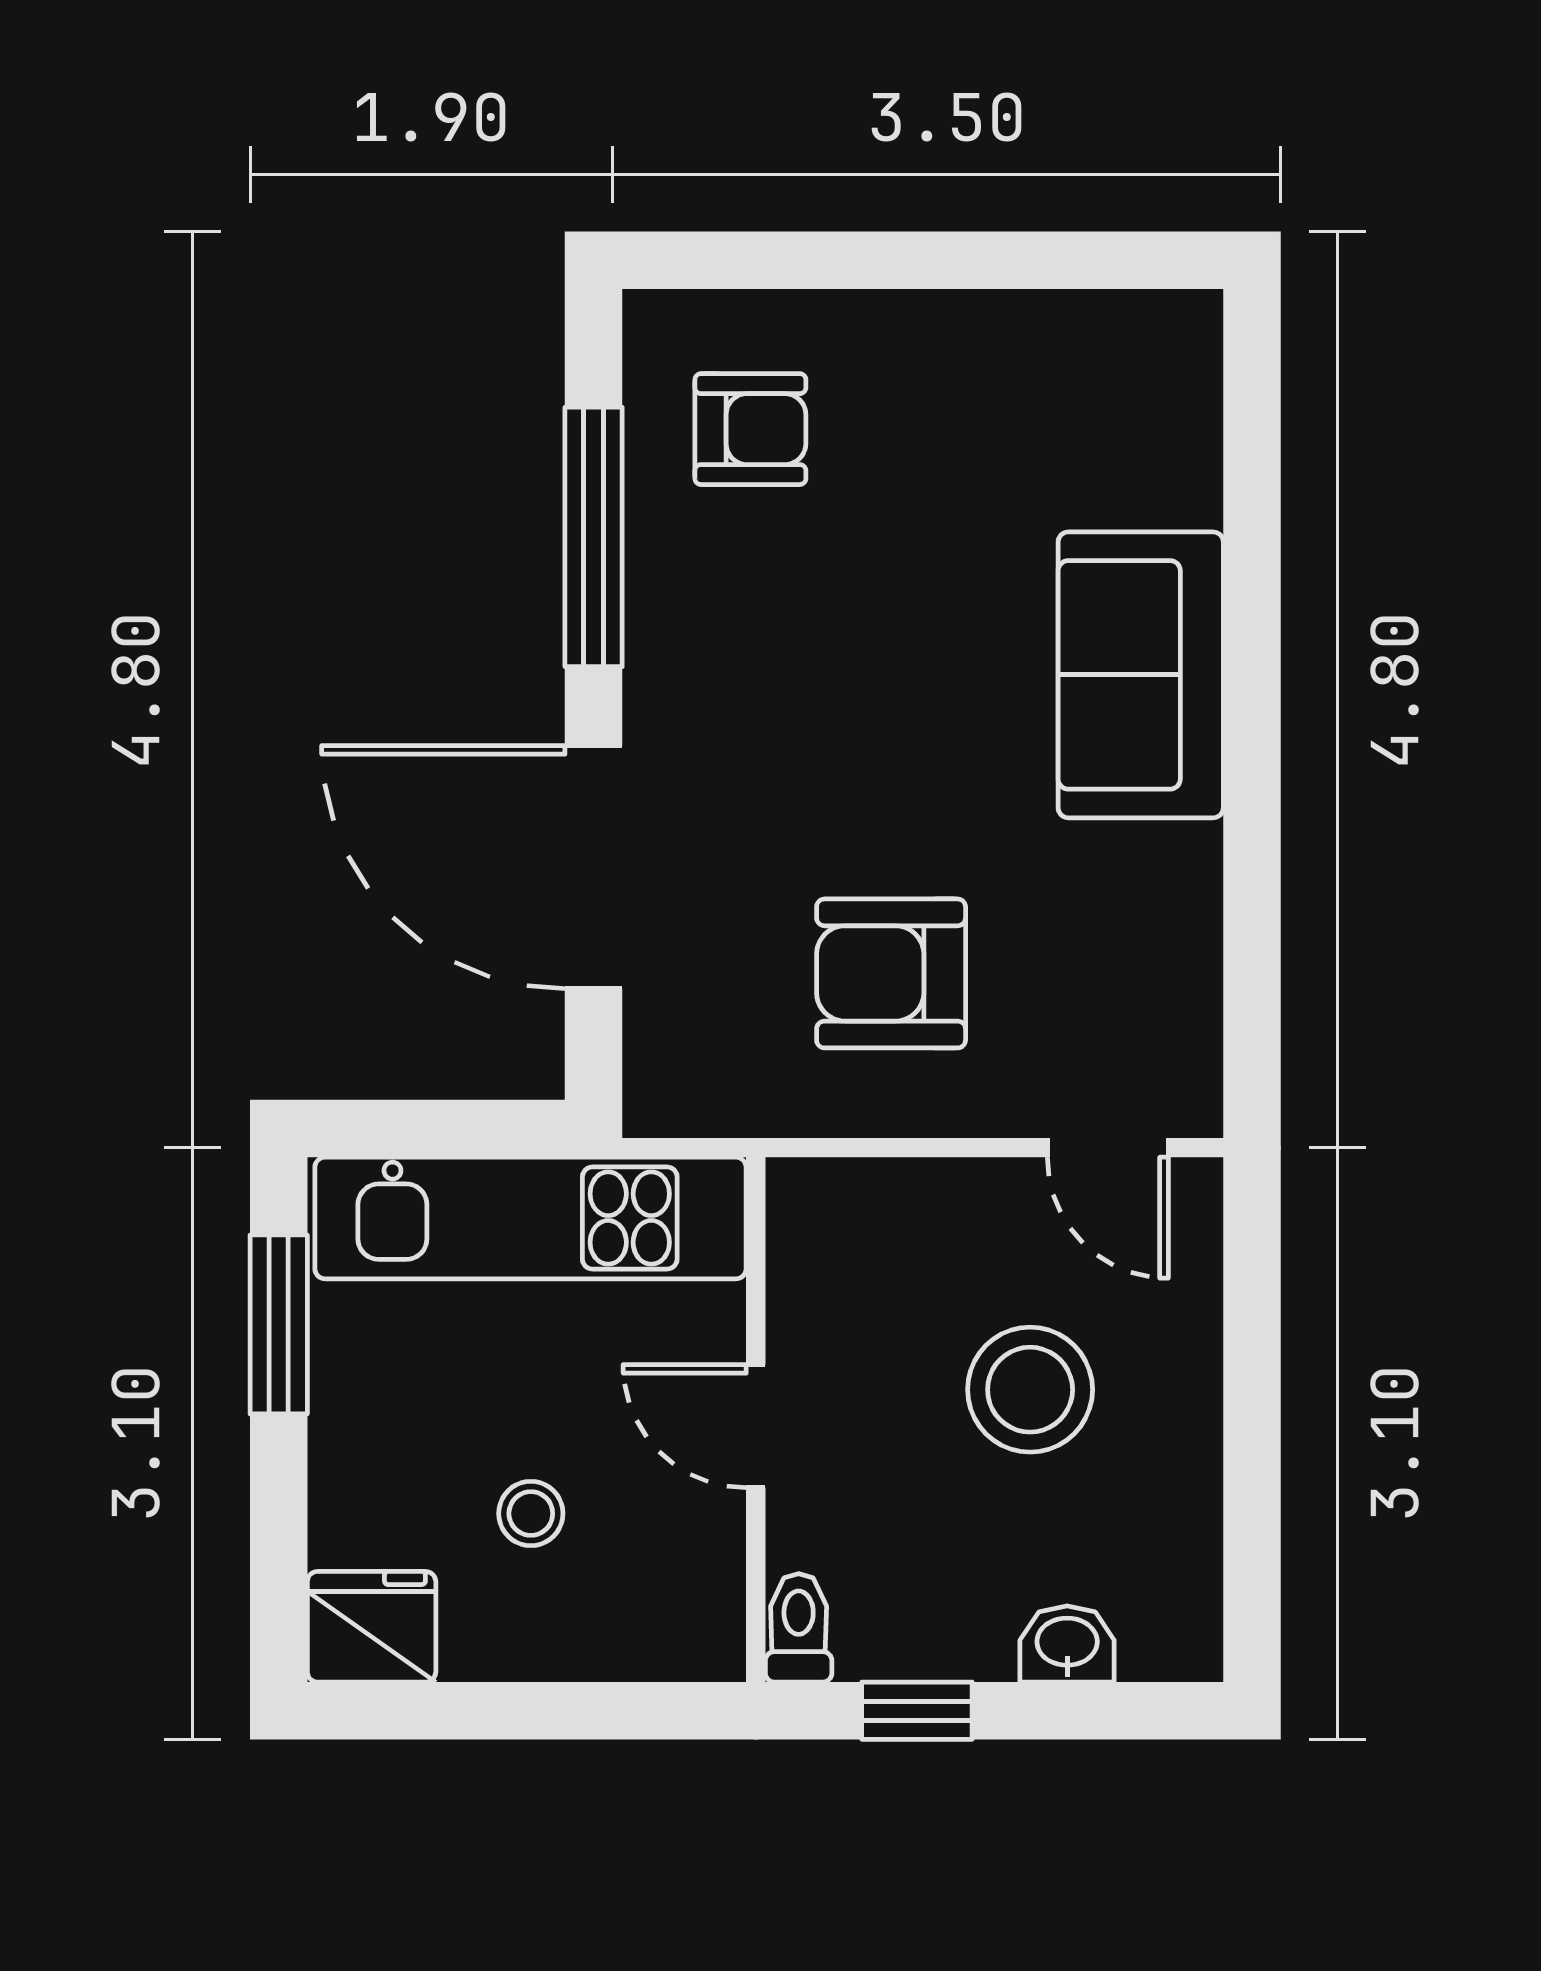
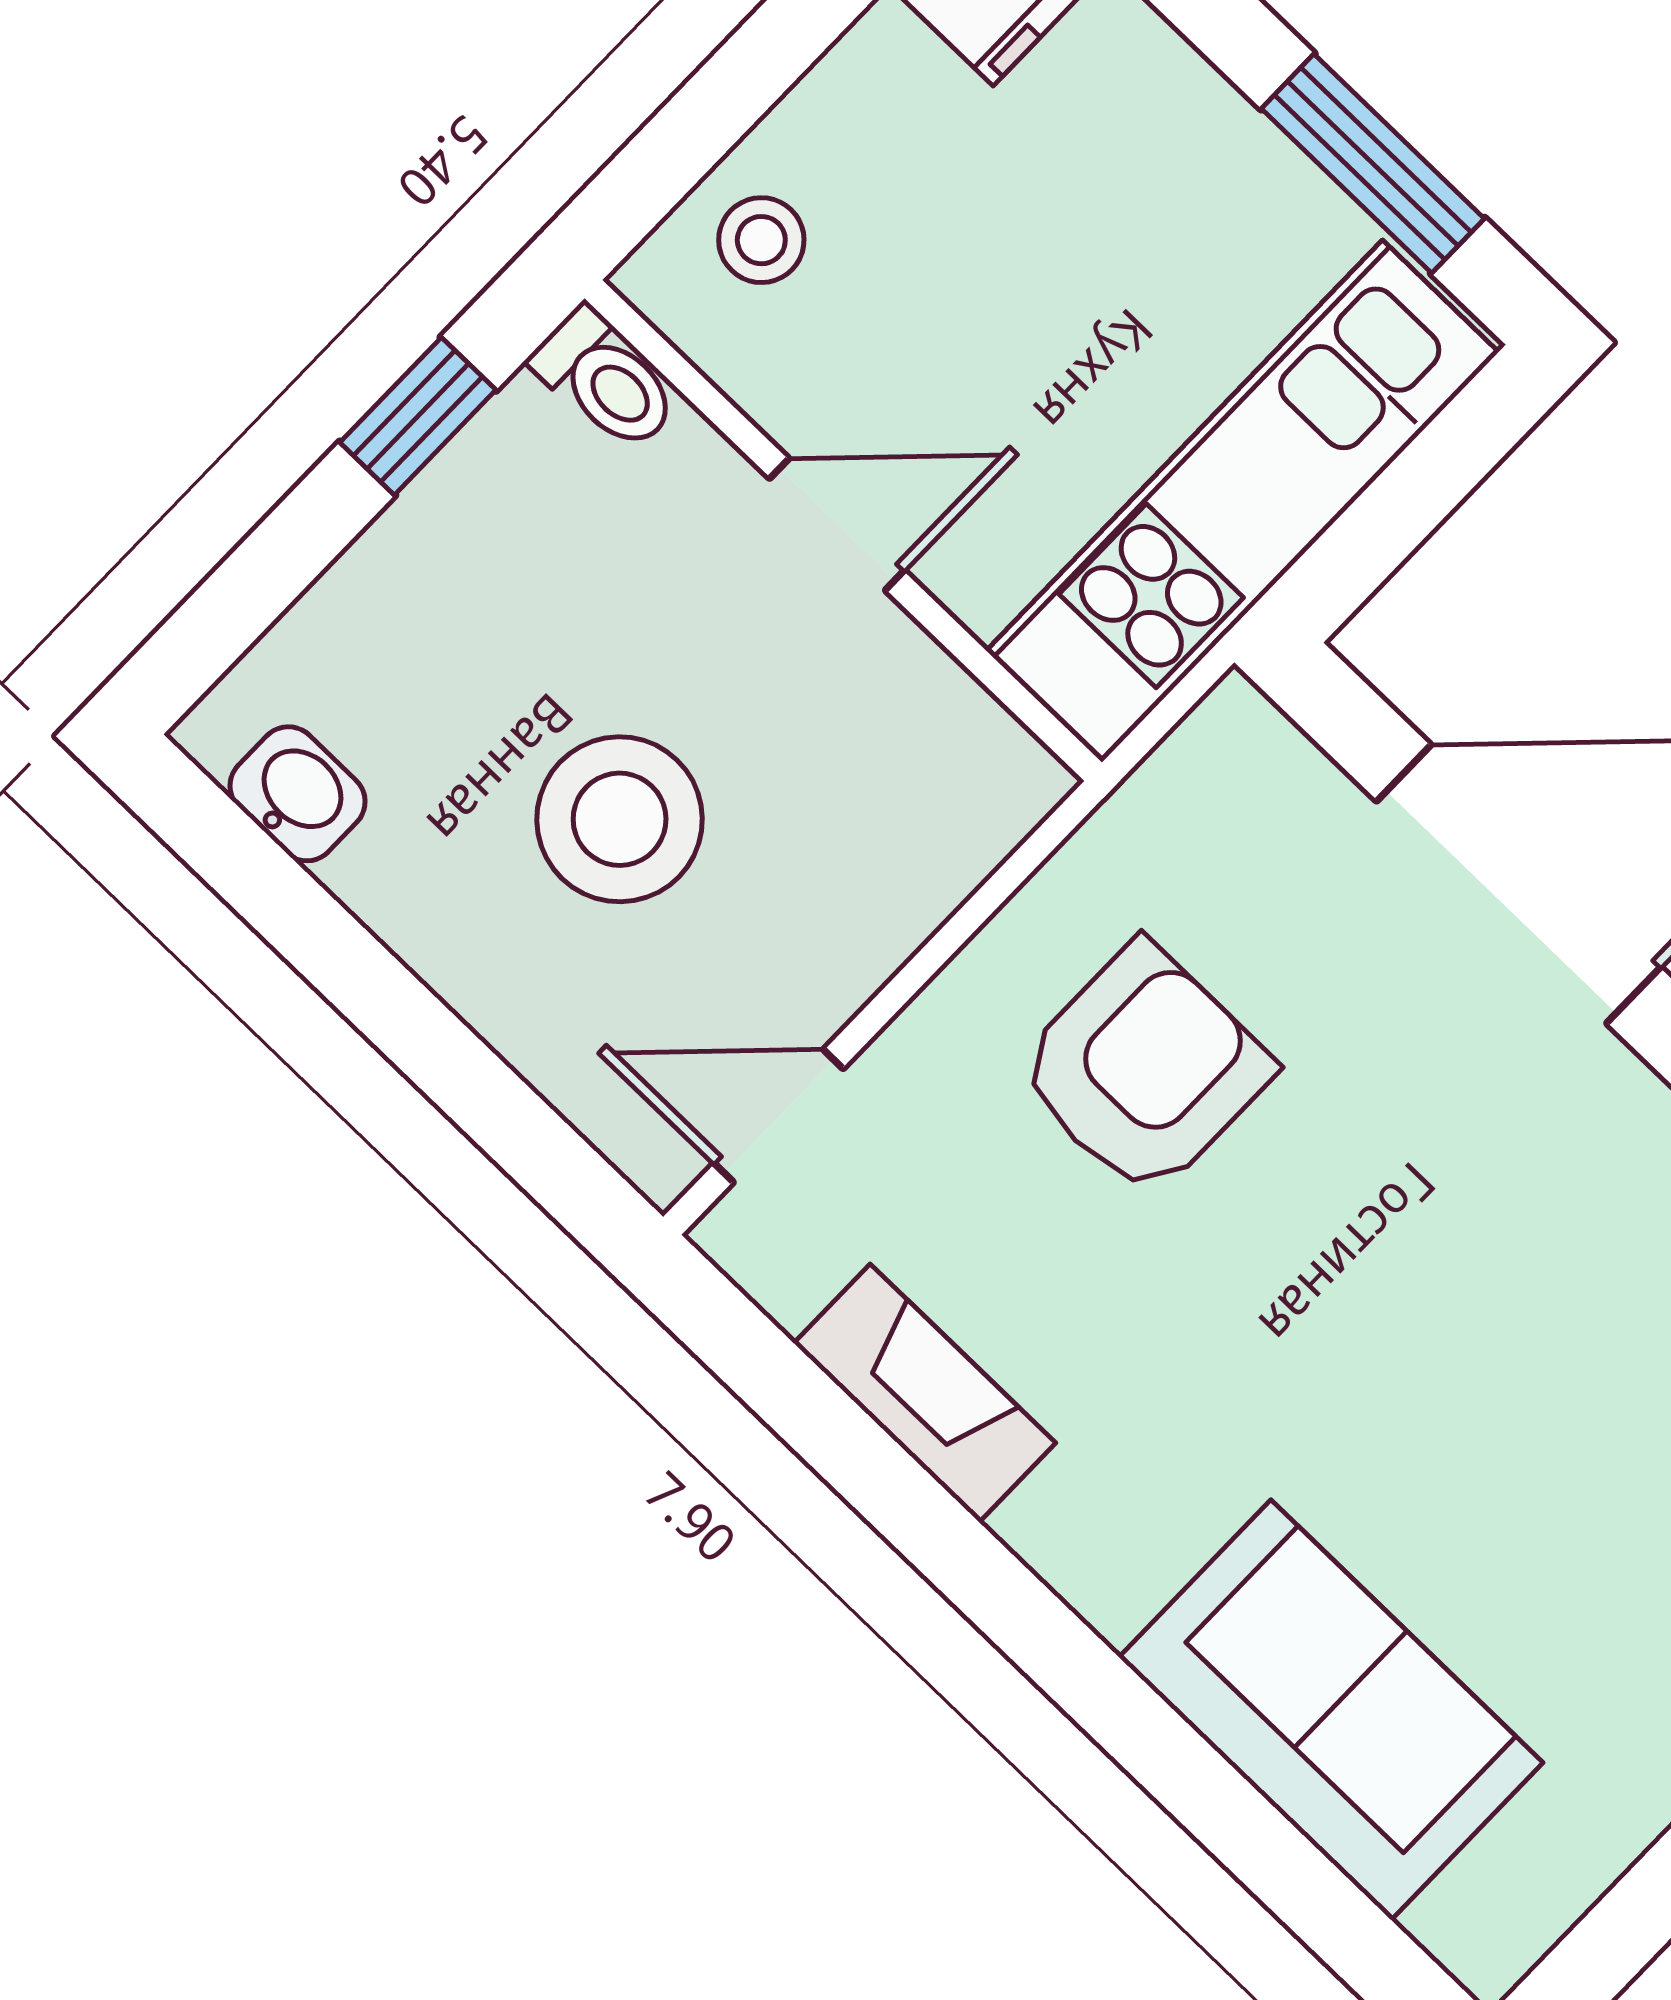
sofa: (1141, 675) -> (1331, 1710), moved
fireplace: (1182, 923) -> (925, 1393), added
stool: (531, 1514) -> (761, 240), moved
washbasin: (1067, 1644) -> (298, 794), moved, turned -90

